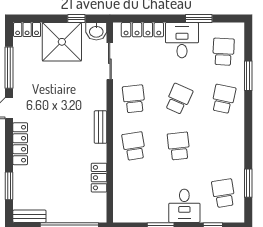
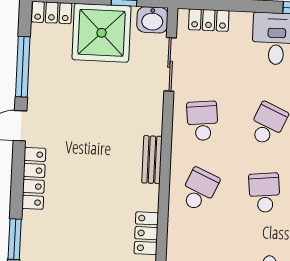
locker: (142, 30) -> (209, 20), width x0.66
school desk: (134, 146) -> (199, 190), turned 33

